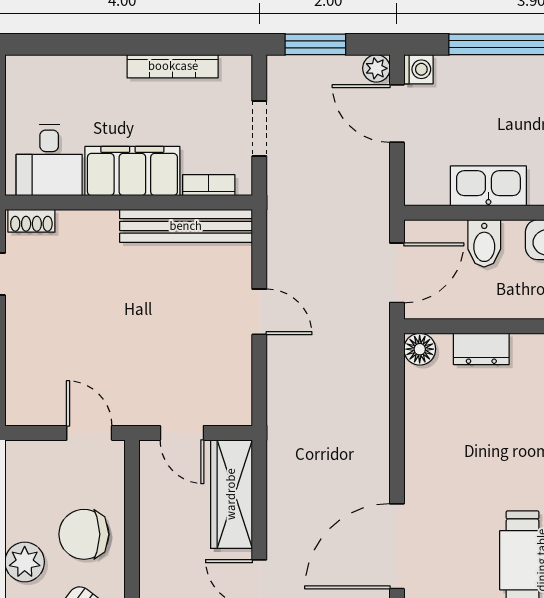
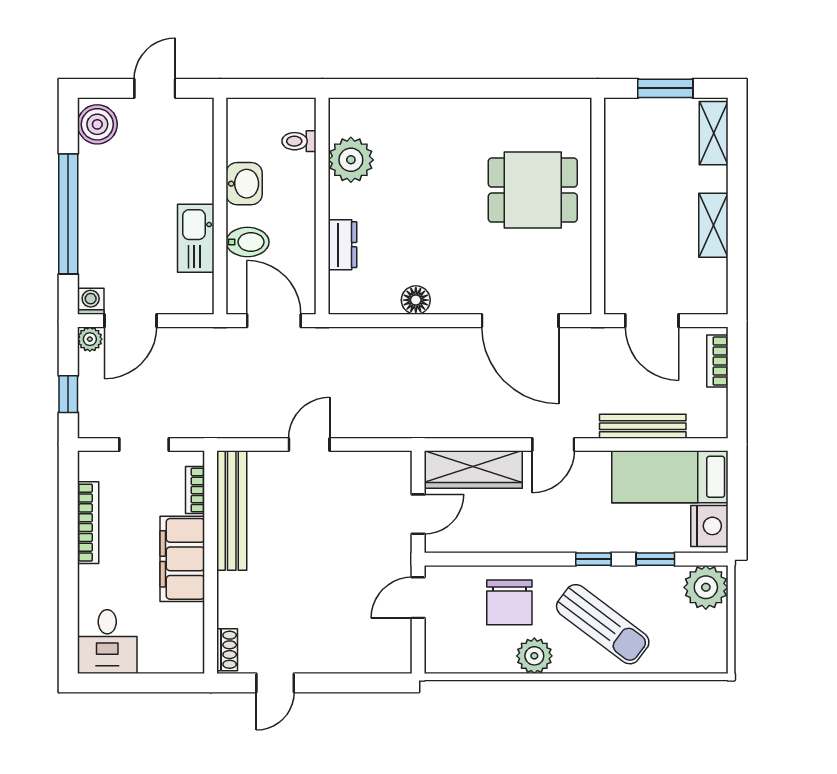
window: (315, 44) -> (68, 394), width x0.67
desk: (49, 160) -> (107, 642), moved, turned 90
floor lamp: (420, 349) -> (416, 300), moved

